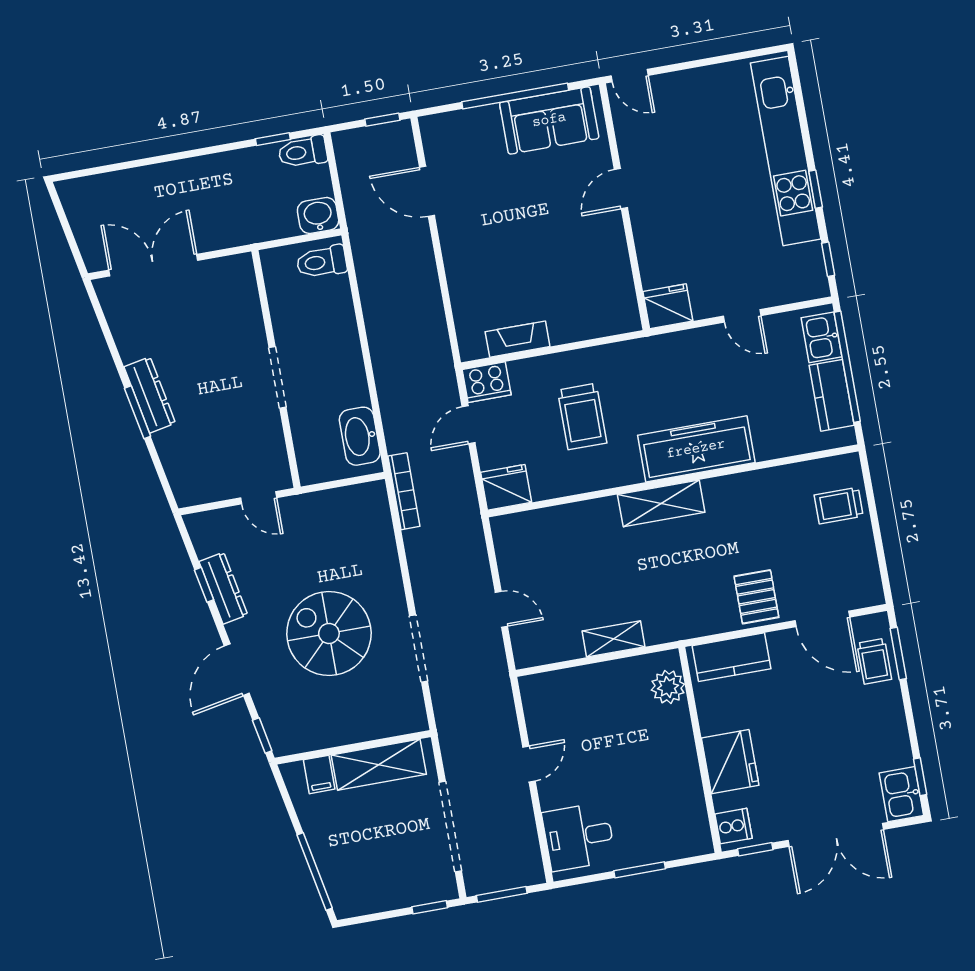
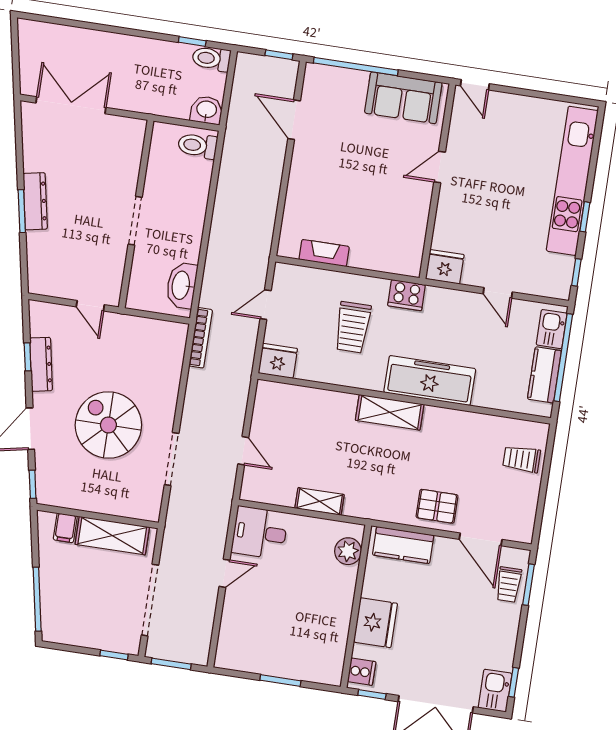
window: (515, 96) -> (356, 67), moved
cooker: (487, 382) -> (407, 295), moved
pallet: (756, 597) -> (437, 506), turned 90
desk: (579, 837) -> (260, 533), moved

